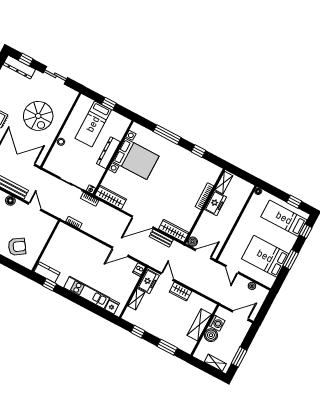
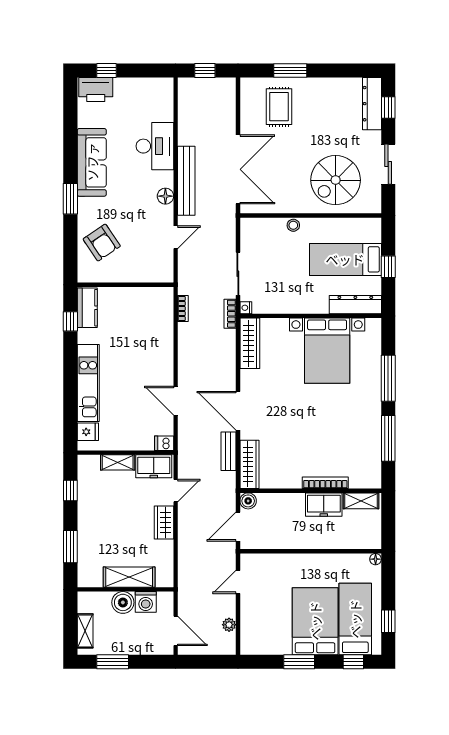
spiral stairs: (38, 116) -> (336, 180), moved
window: (199, 151) -> (388, 438), width x2.17
dresser: (108, 153) -> (355, 305), moved
door: (203, 254) -> (238, 527), swing flipped
bed: (265, 256) -> (315, 621), moved

